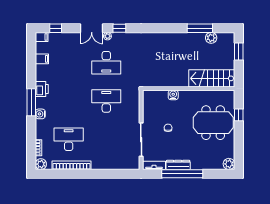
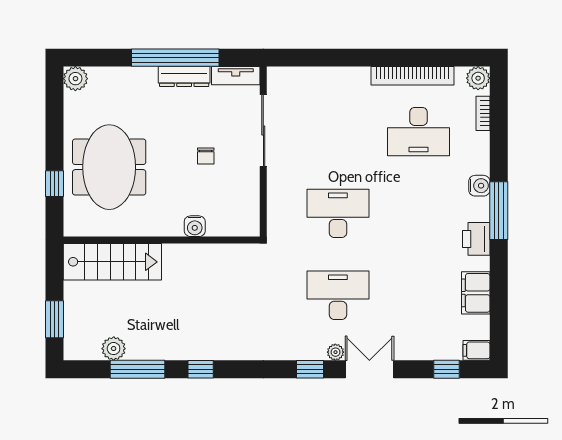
window: (170, 28) -> (201, 369), added
filing cabinet: (42, 59) -> (476, 293), width x2.00
desk: (106, 101) -> (338, 213), turned 180
meeting table: (213, 123) -> (109, 167), turned 90

